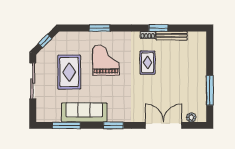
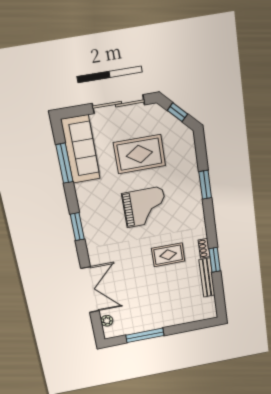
grand piano: (106, 60) -> (145, 207), moved
sofa: (84, 112) -> (81, 149), moved

